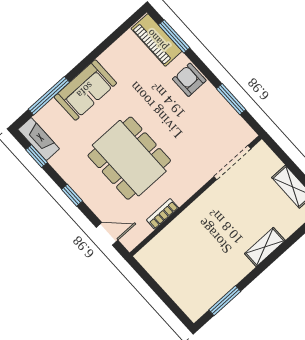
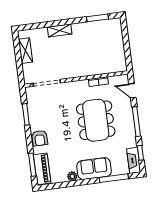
plant: (108, 59) -> (72, 176), added
window: (72, 195) -> (136, 122), width x2.17

